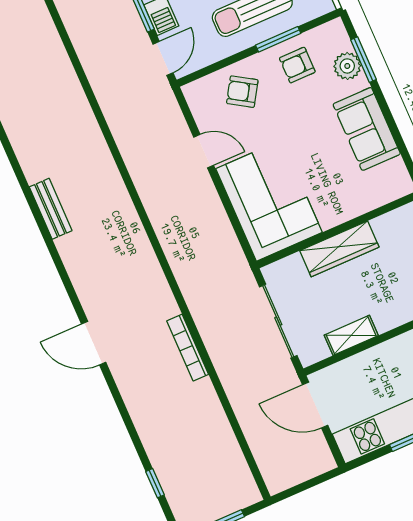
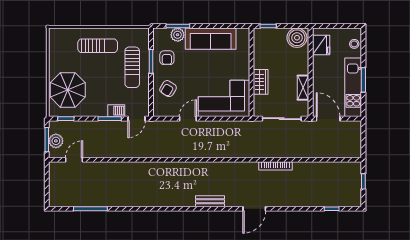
door: (163, 58) -> (137, 119), swing flipped
sofa: (367, 129) -> (211, 39), width x1.36
bench: (51, 209) -> (210, 201), moved
wardrobe: (339, 249) -> (261, 82), width x0.67
door: (315, 405) -> (328, 119), swing flipped

